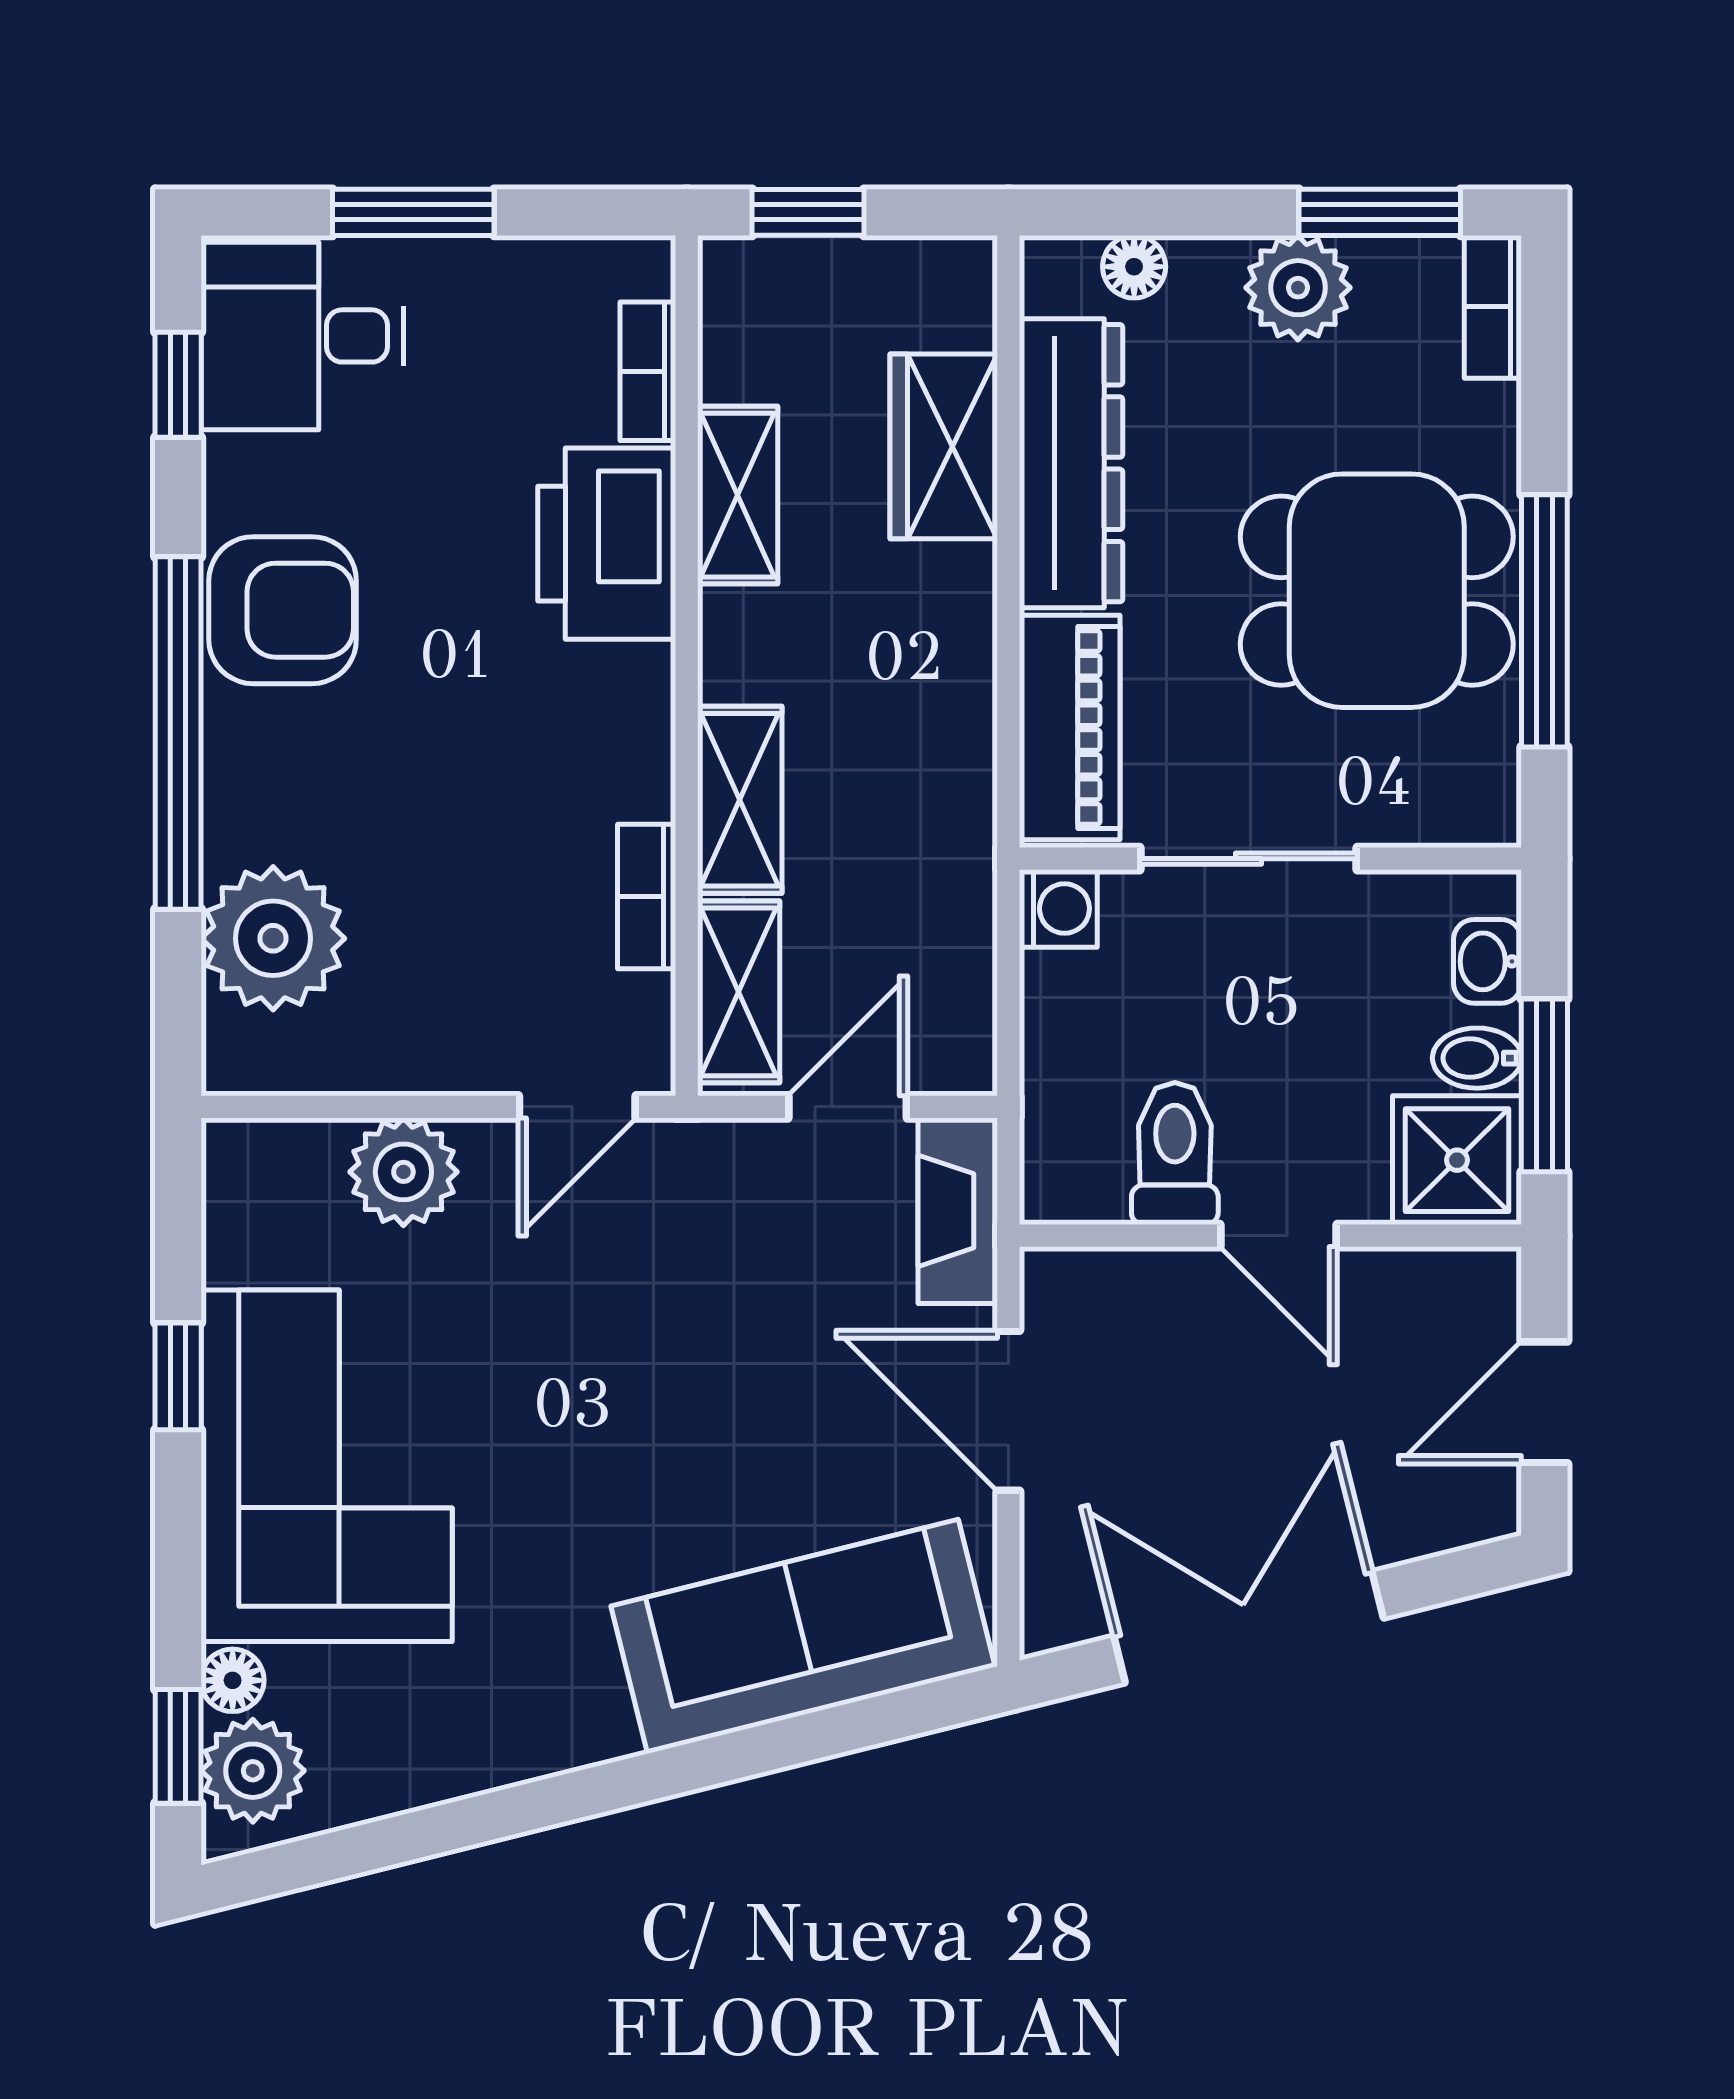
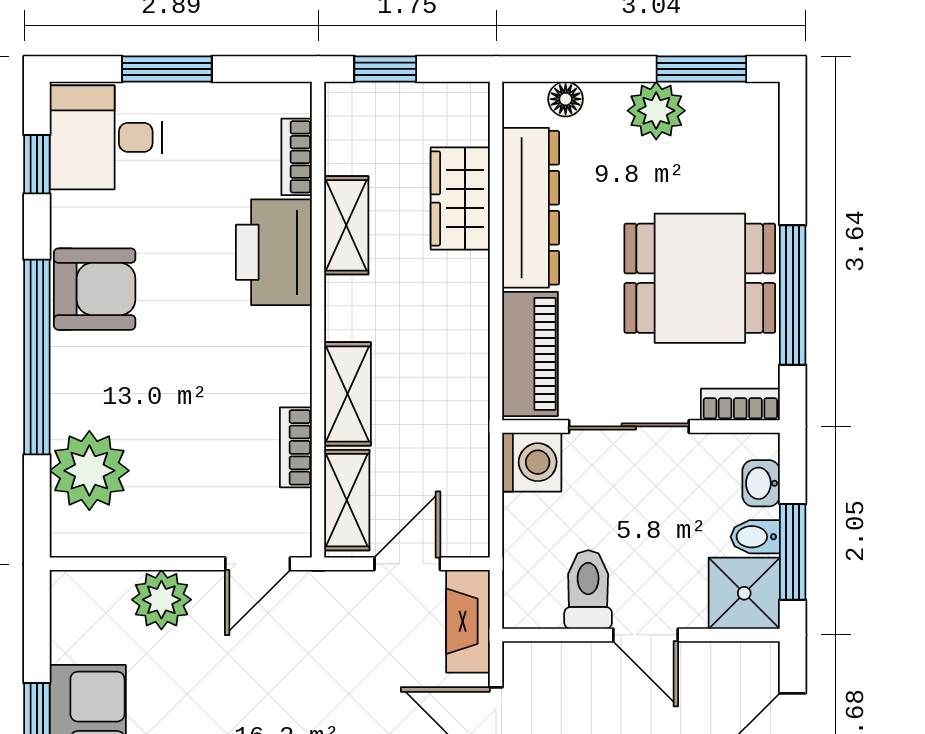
bookcase: (1493, 307) -> (740, 405), moved, turned 90
washing machine: (1058, 909) -> (532, 462), width x1.38, depth x1.38

